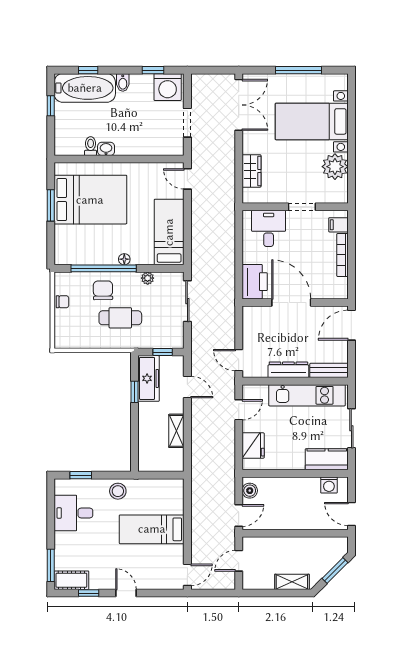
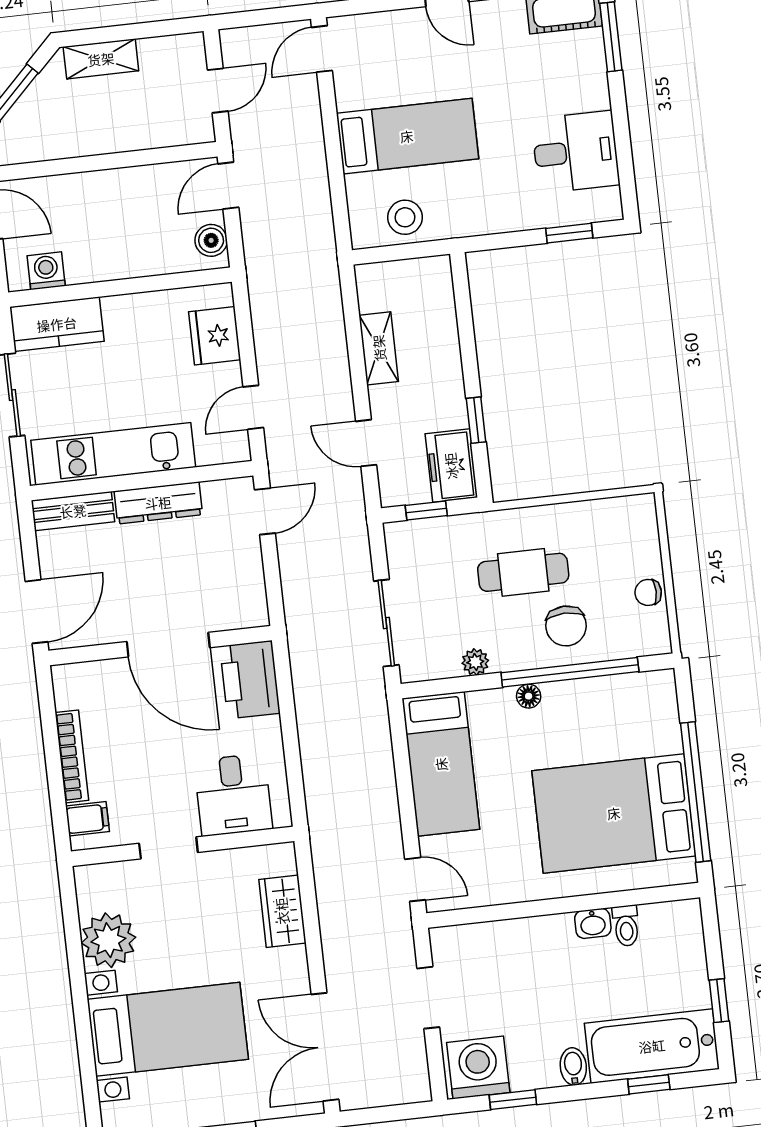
window: (51, 205) -> (696, 792), width x2.11
door: (239, 360) -> (265, 511), hinge flipped
freezer: (148, 378) -> (451, 466), width x0.71
stool: (118, 491) -> (405, 217), moved

